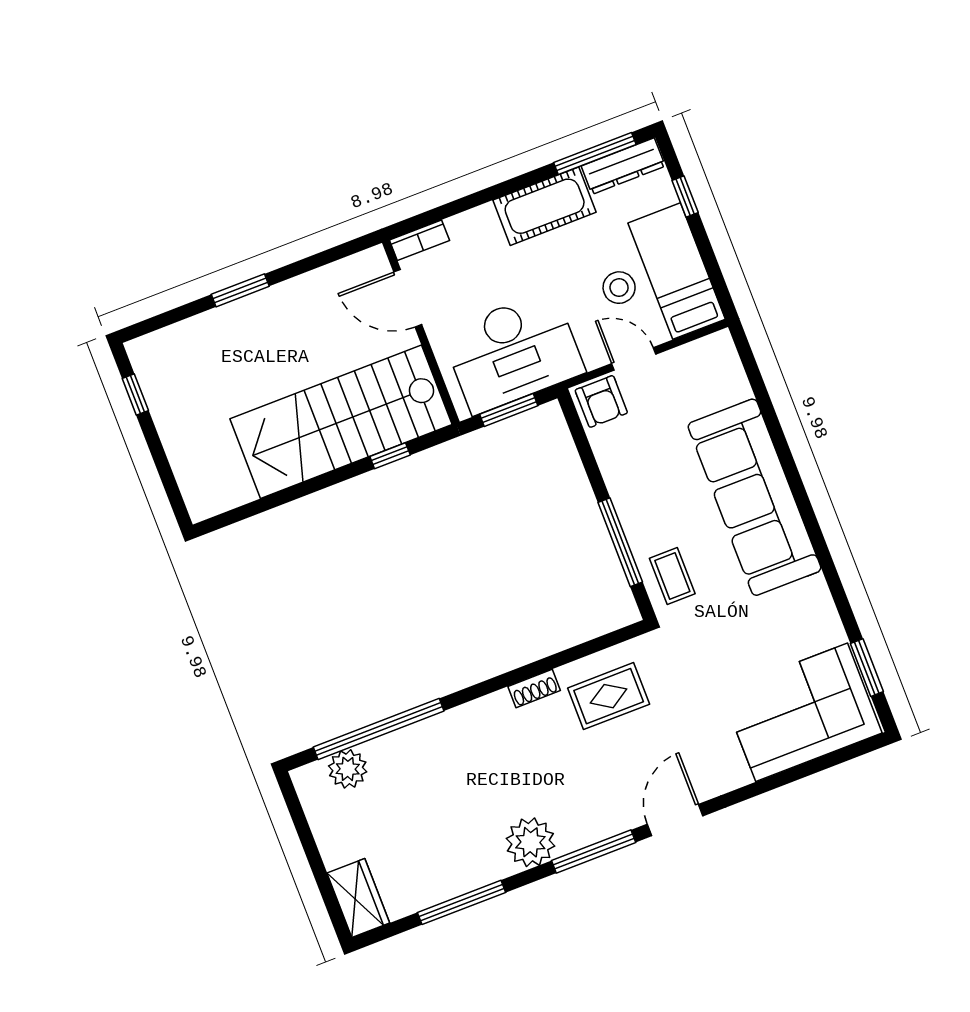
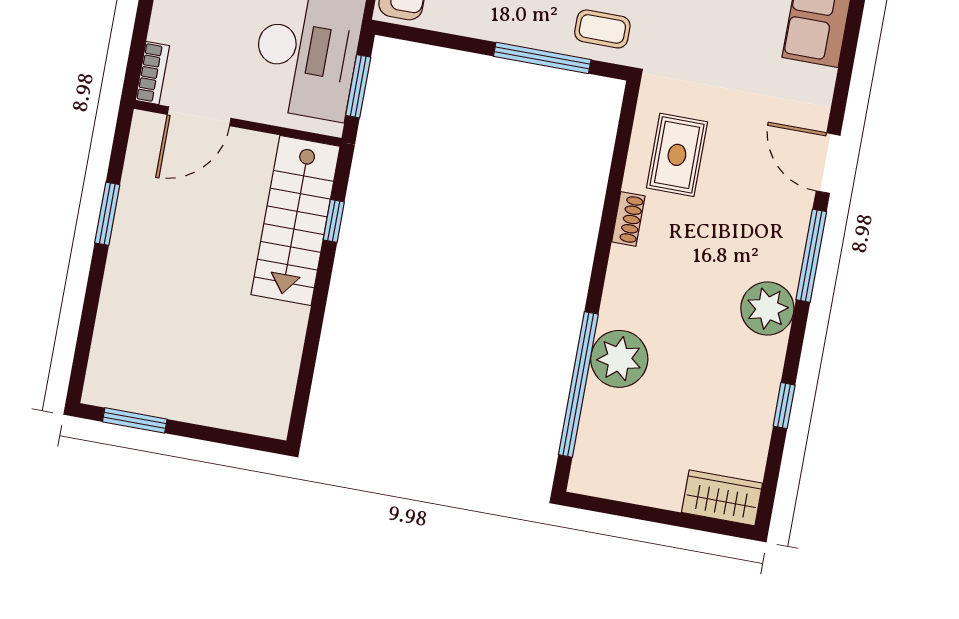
window: (240, 290) -> (107, 214), moved
window: (135, 395) -> (135, 420), width x1.50
stairs: (341, 422) -> (295, 220), width x0.73, depth x0.66
plant: (348, 769) -> (619, 359), moved, width x1.36, depth x1.36
window: (462, 902) -> (784, 406), width x0.46

